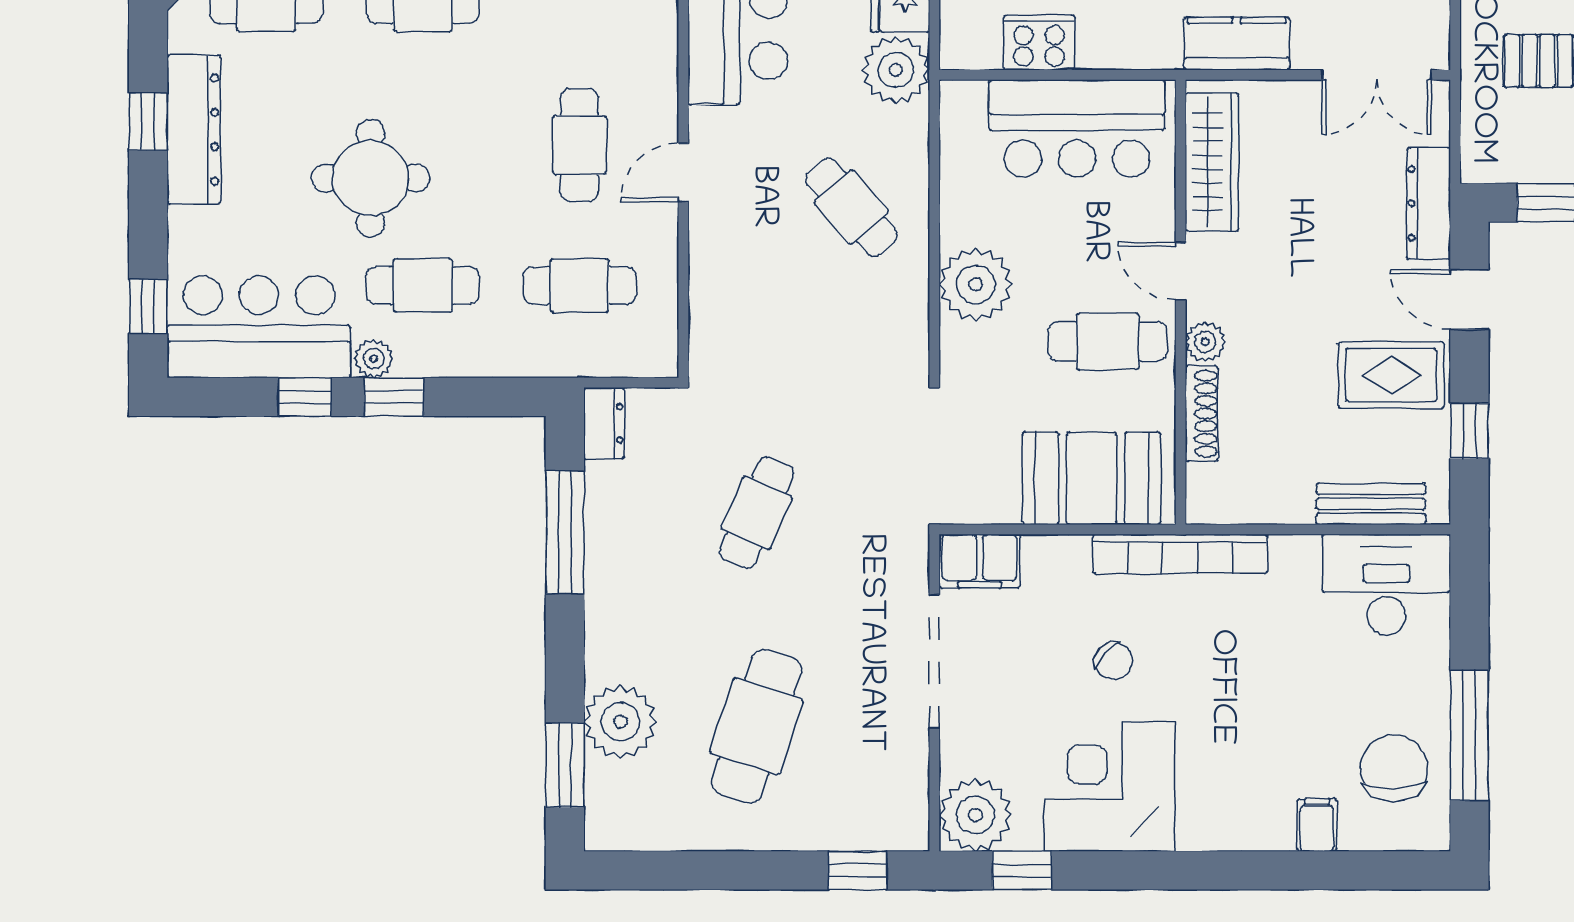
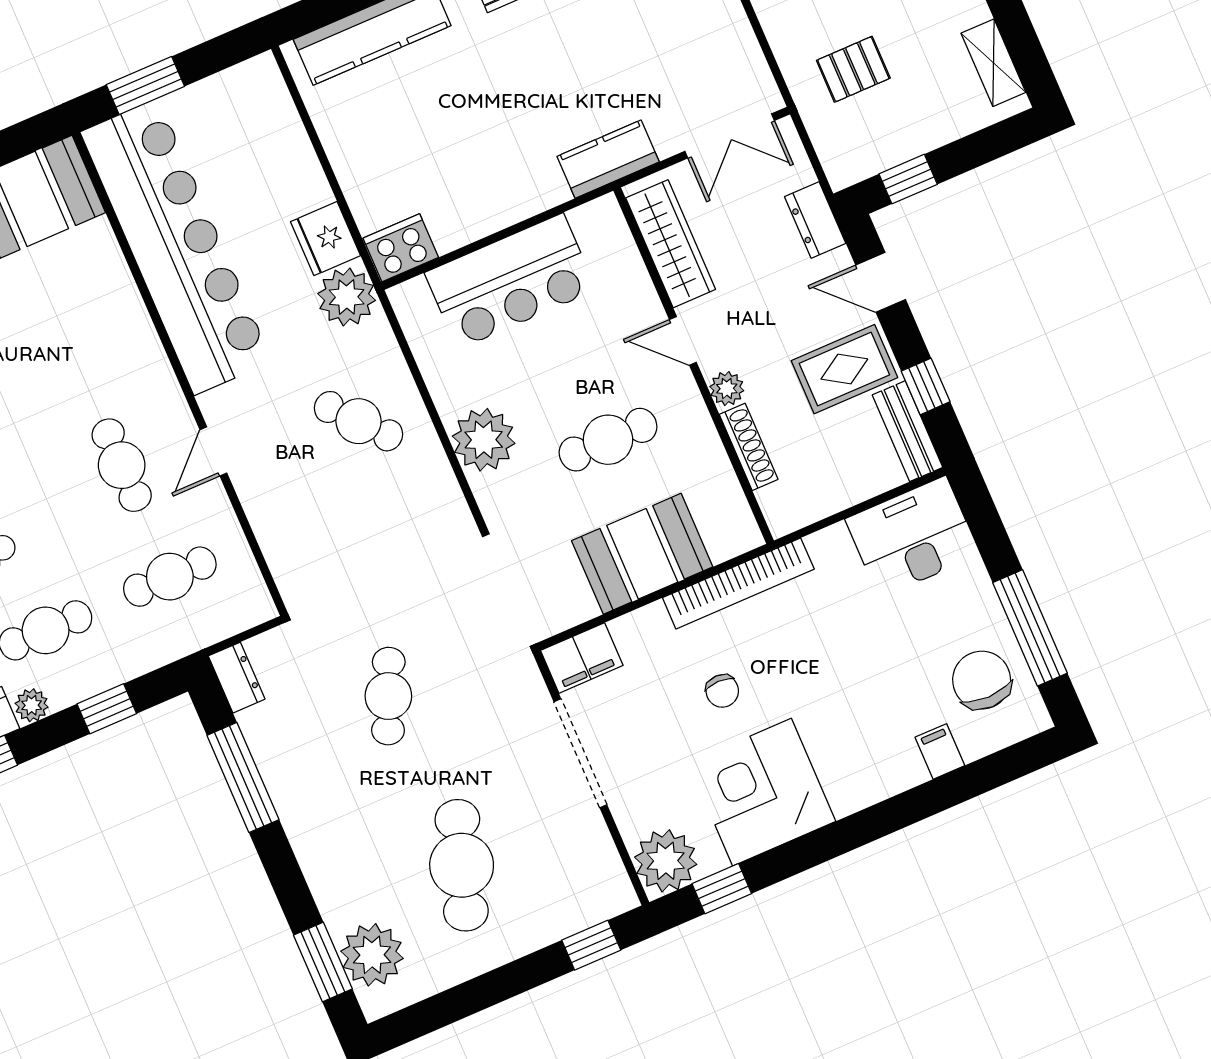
cooker: (1039, 42) -> (401, 248), moved
wardrobe: (1212, 162) -> (671, 244), moved
dresser: (1429, 203) -> (815, 220), width x0.70
door: (1181, 271) -> (683, 341), moved
wall: (1181, 302) -> (694, 366), moved
plant: (1205, 342) -> (727, 389), moved
window: (394, 397) -> (107, 709), moved
shoe rack: (1202, 414) -> (749, 447), moved
bench: (1371, 504) -> (907, 431), moved, turned 90
chair: (1114, 661) -> (722, 691), turned 47
plant: (620, 722) -> (372, 955), moved

